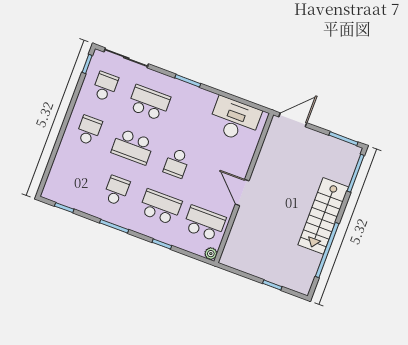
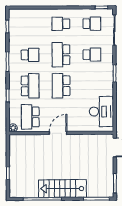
school desk: (149, 103) -> (92, 55), width x0.54
school desk: (89, 130) -> (61, 24), turned 180
school desk: (177, 163) -> (61, 86), width x1.85
school desk: (204, 223) -> (30, 117), turned 180

